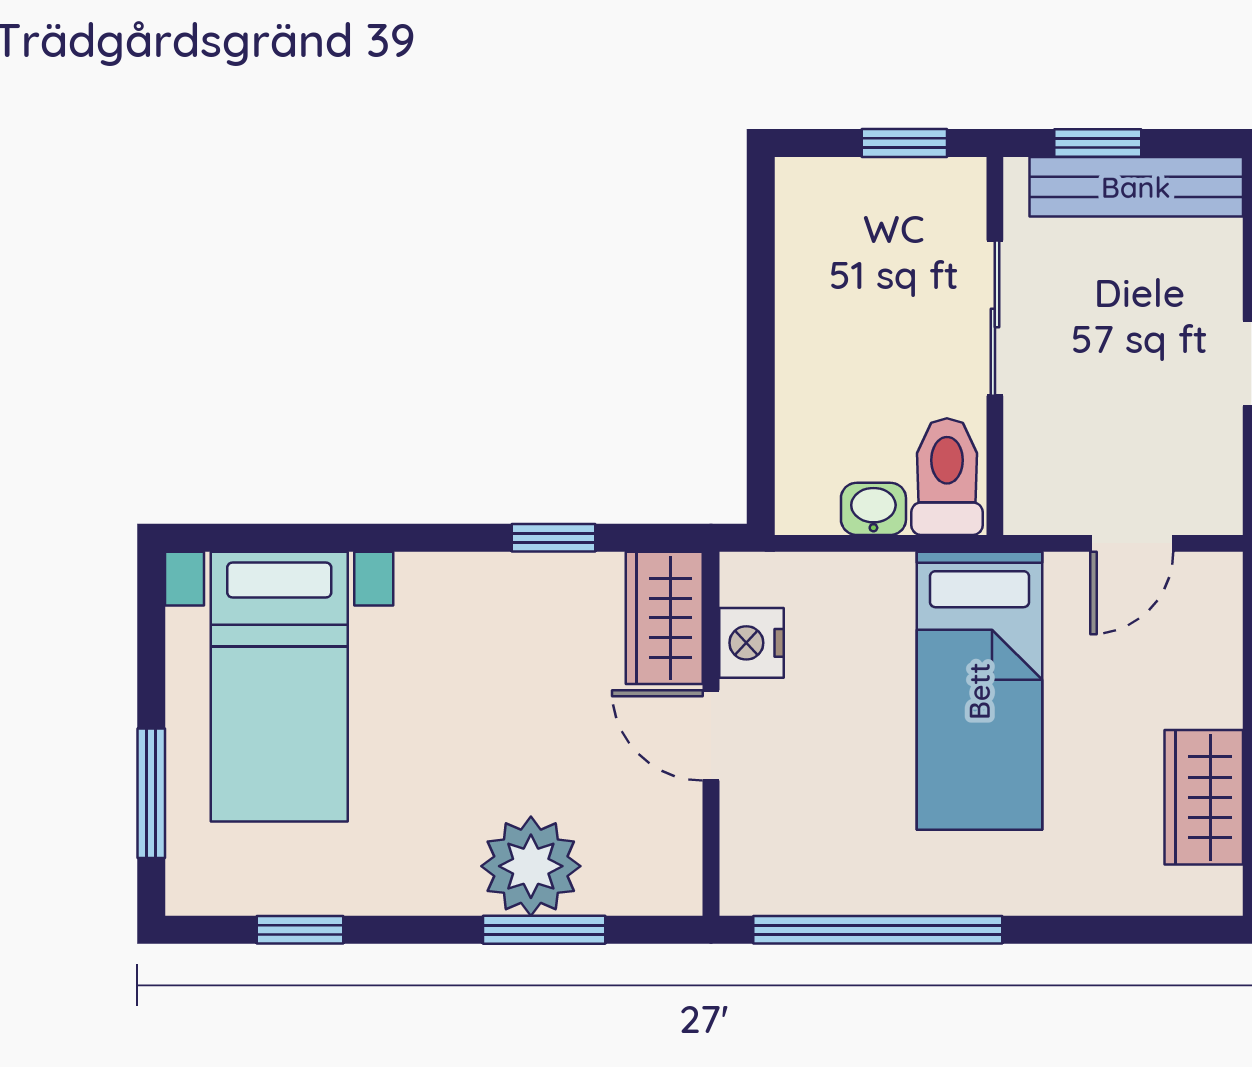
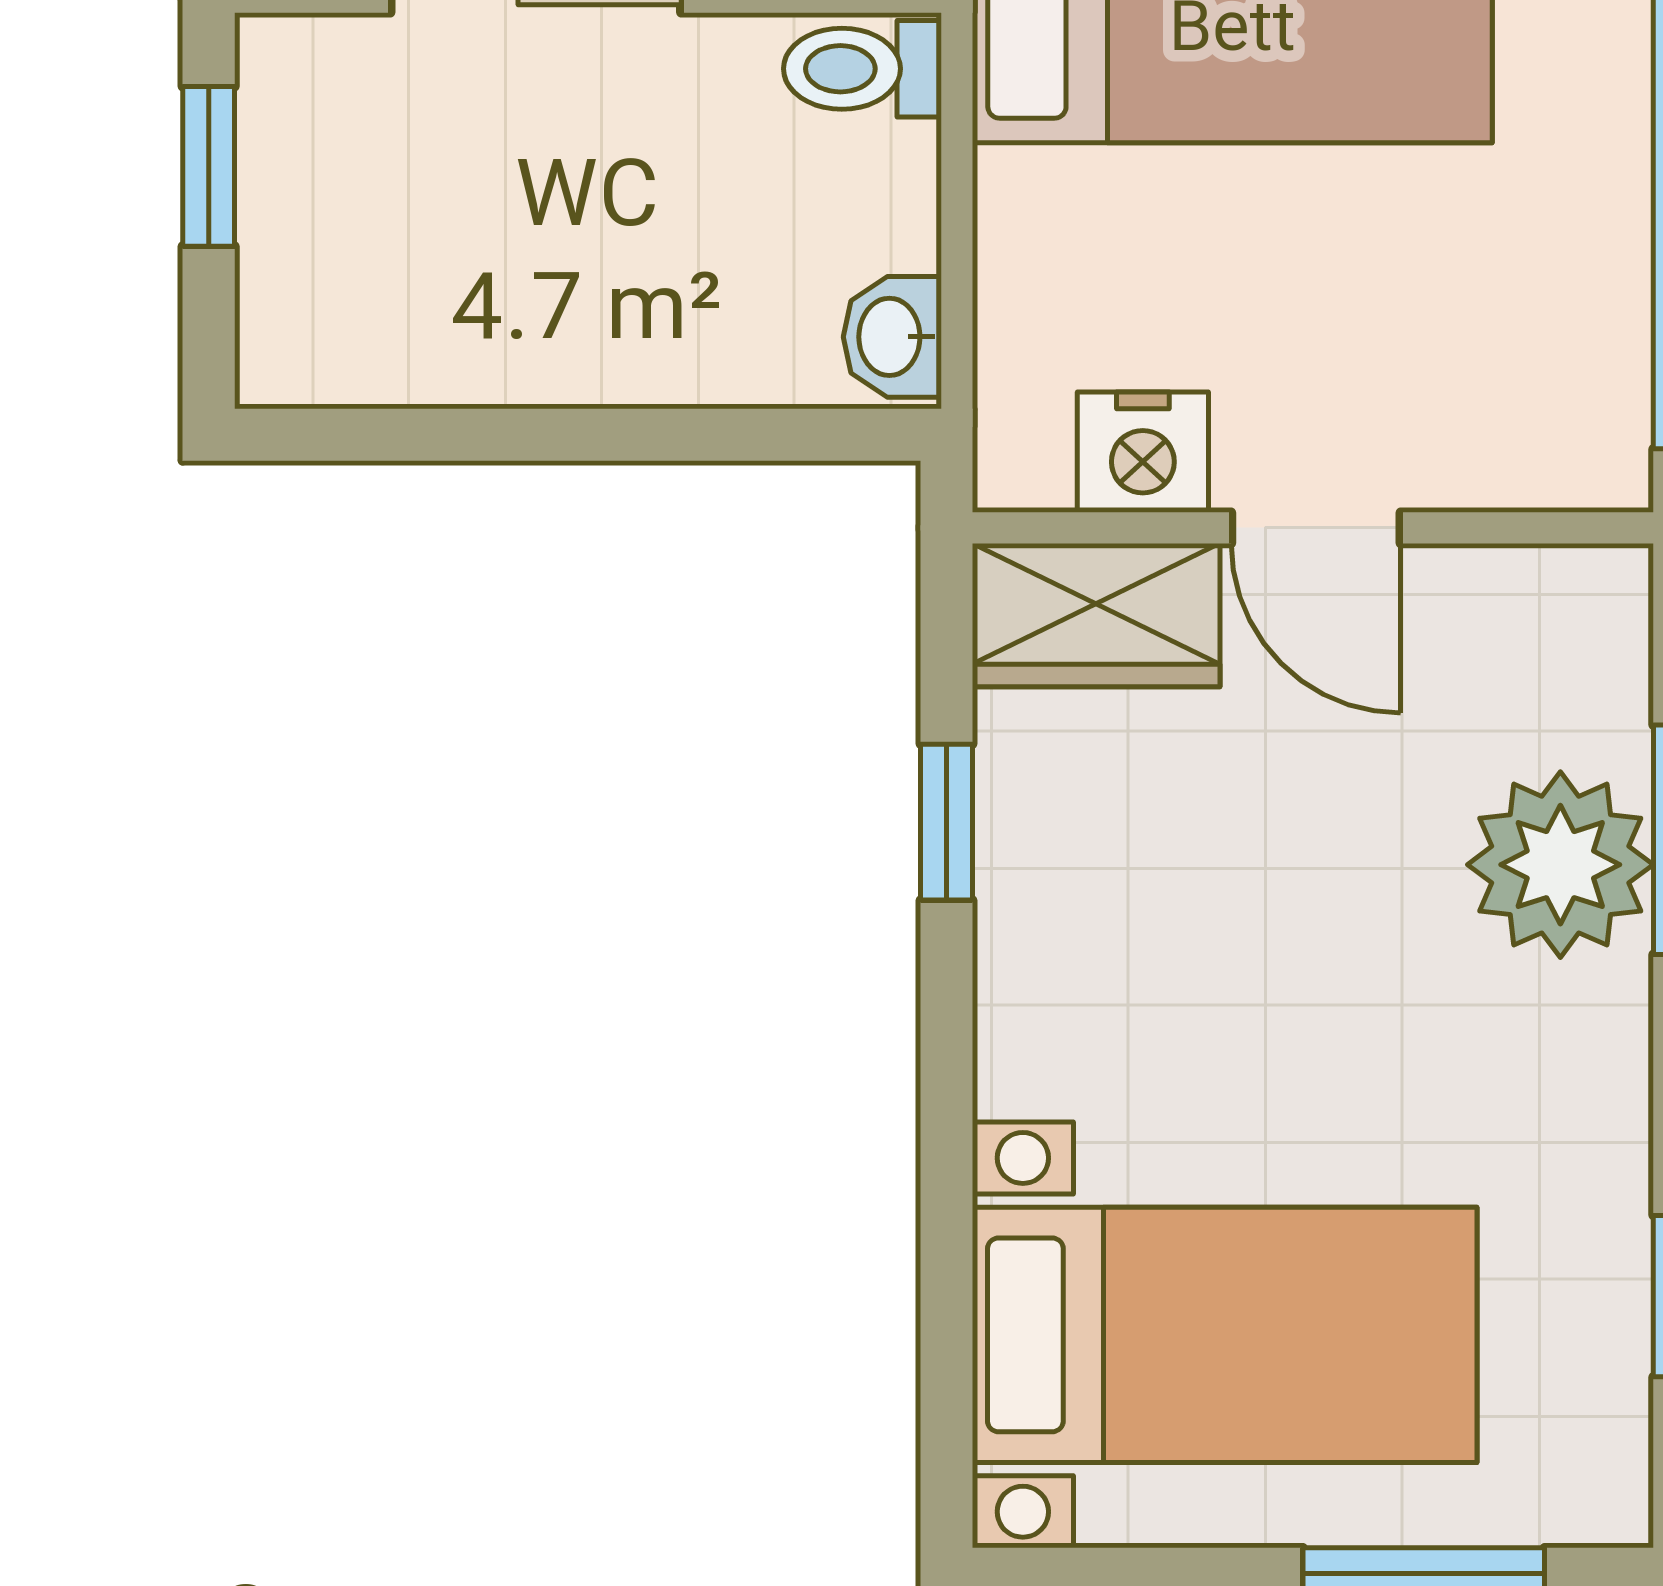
toilet: (947, 477) -> (862, 69), width x0.73, depth x0.72
washbasin: (873, 509) -> (892, 337), moved
door: (711, 735) -> (1316, 528), hinge flipped

